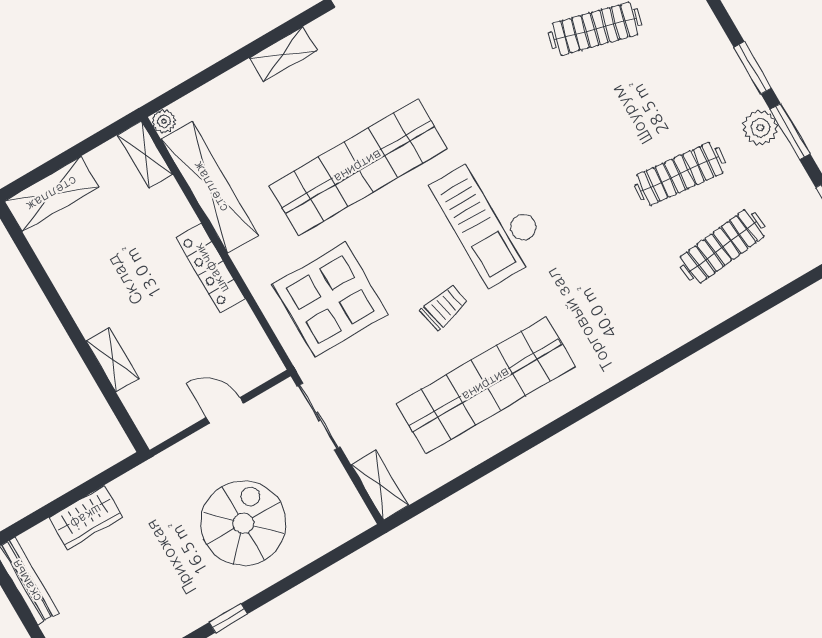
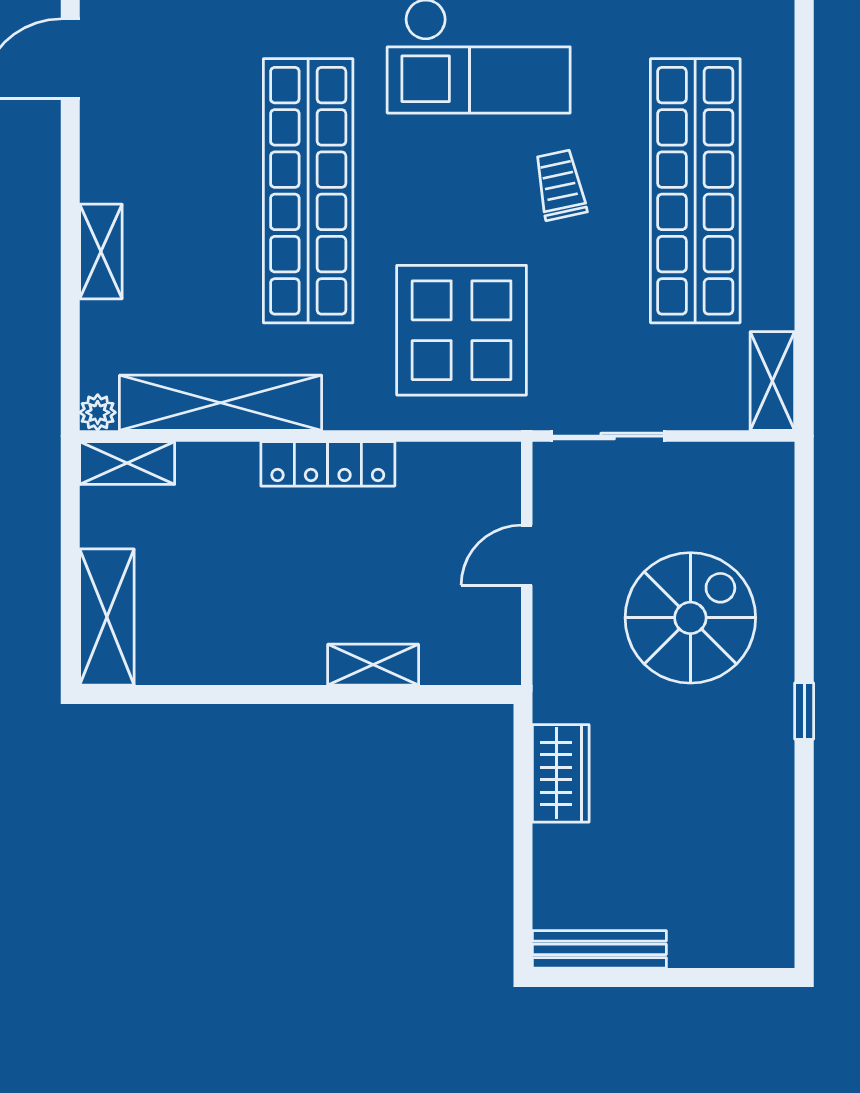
shelving: (283, 54) -> (101, 251), moved
shelving: (380, 485) -> (772, 381), moved, turned 90
wardrobe: (86, 517) -> (561, 773), moved
spiral stairs: (243, 523) -> (690, 618), turned 90

